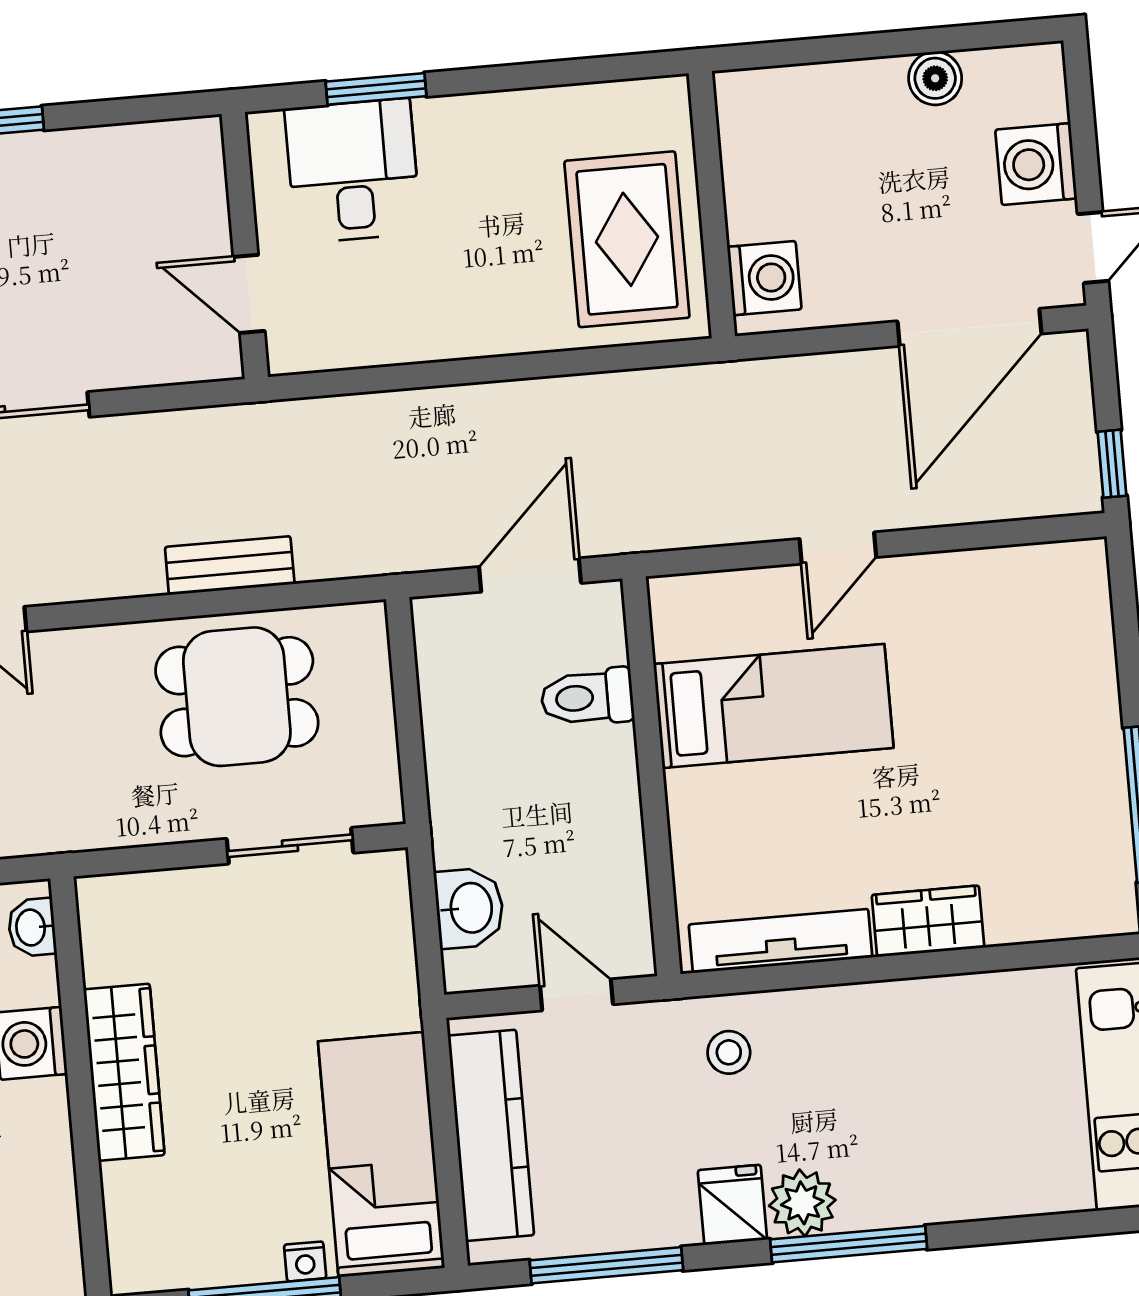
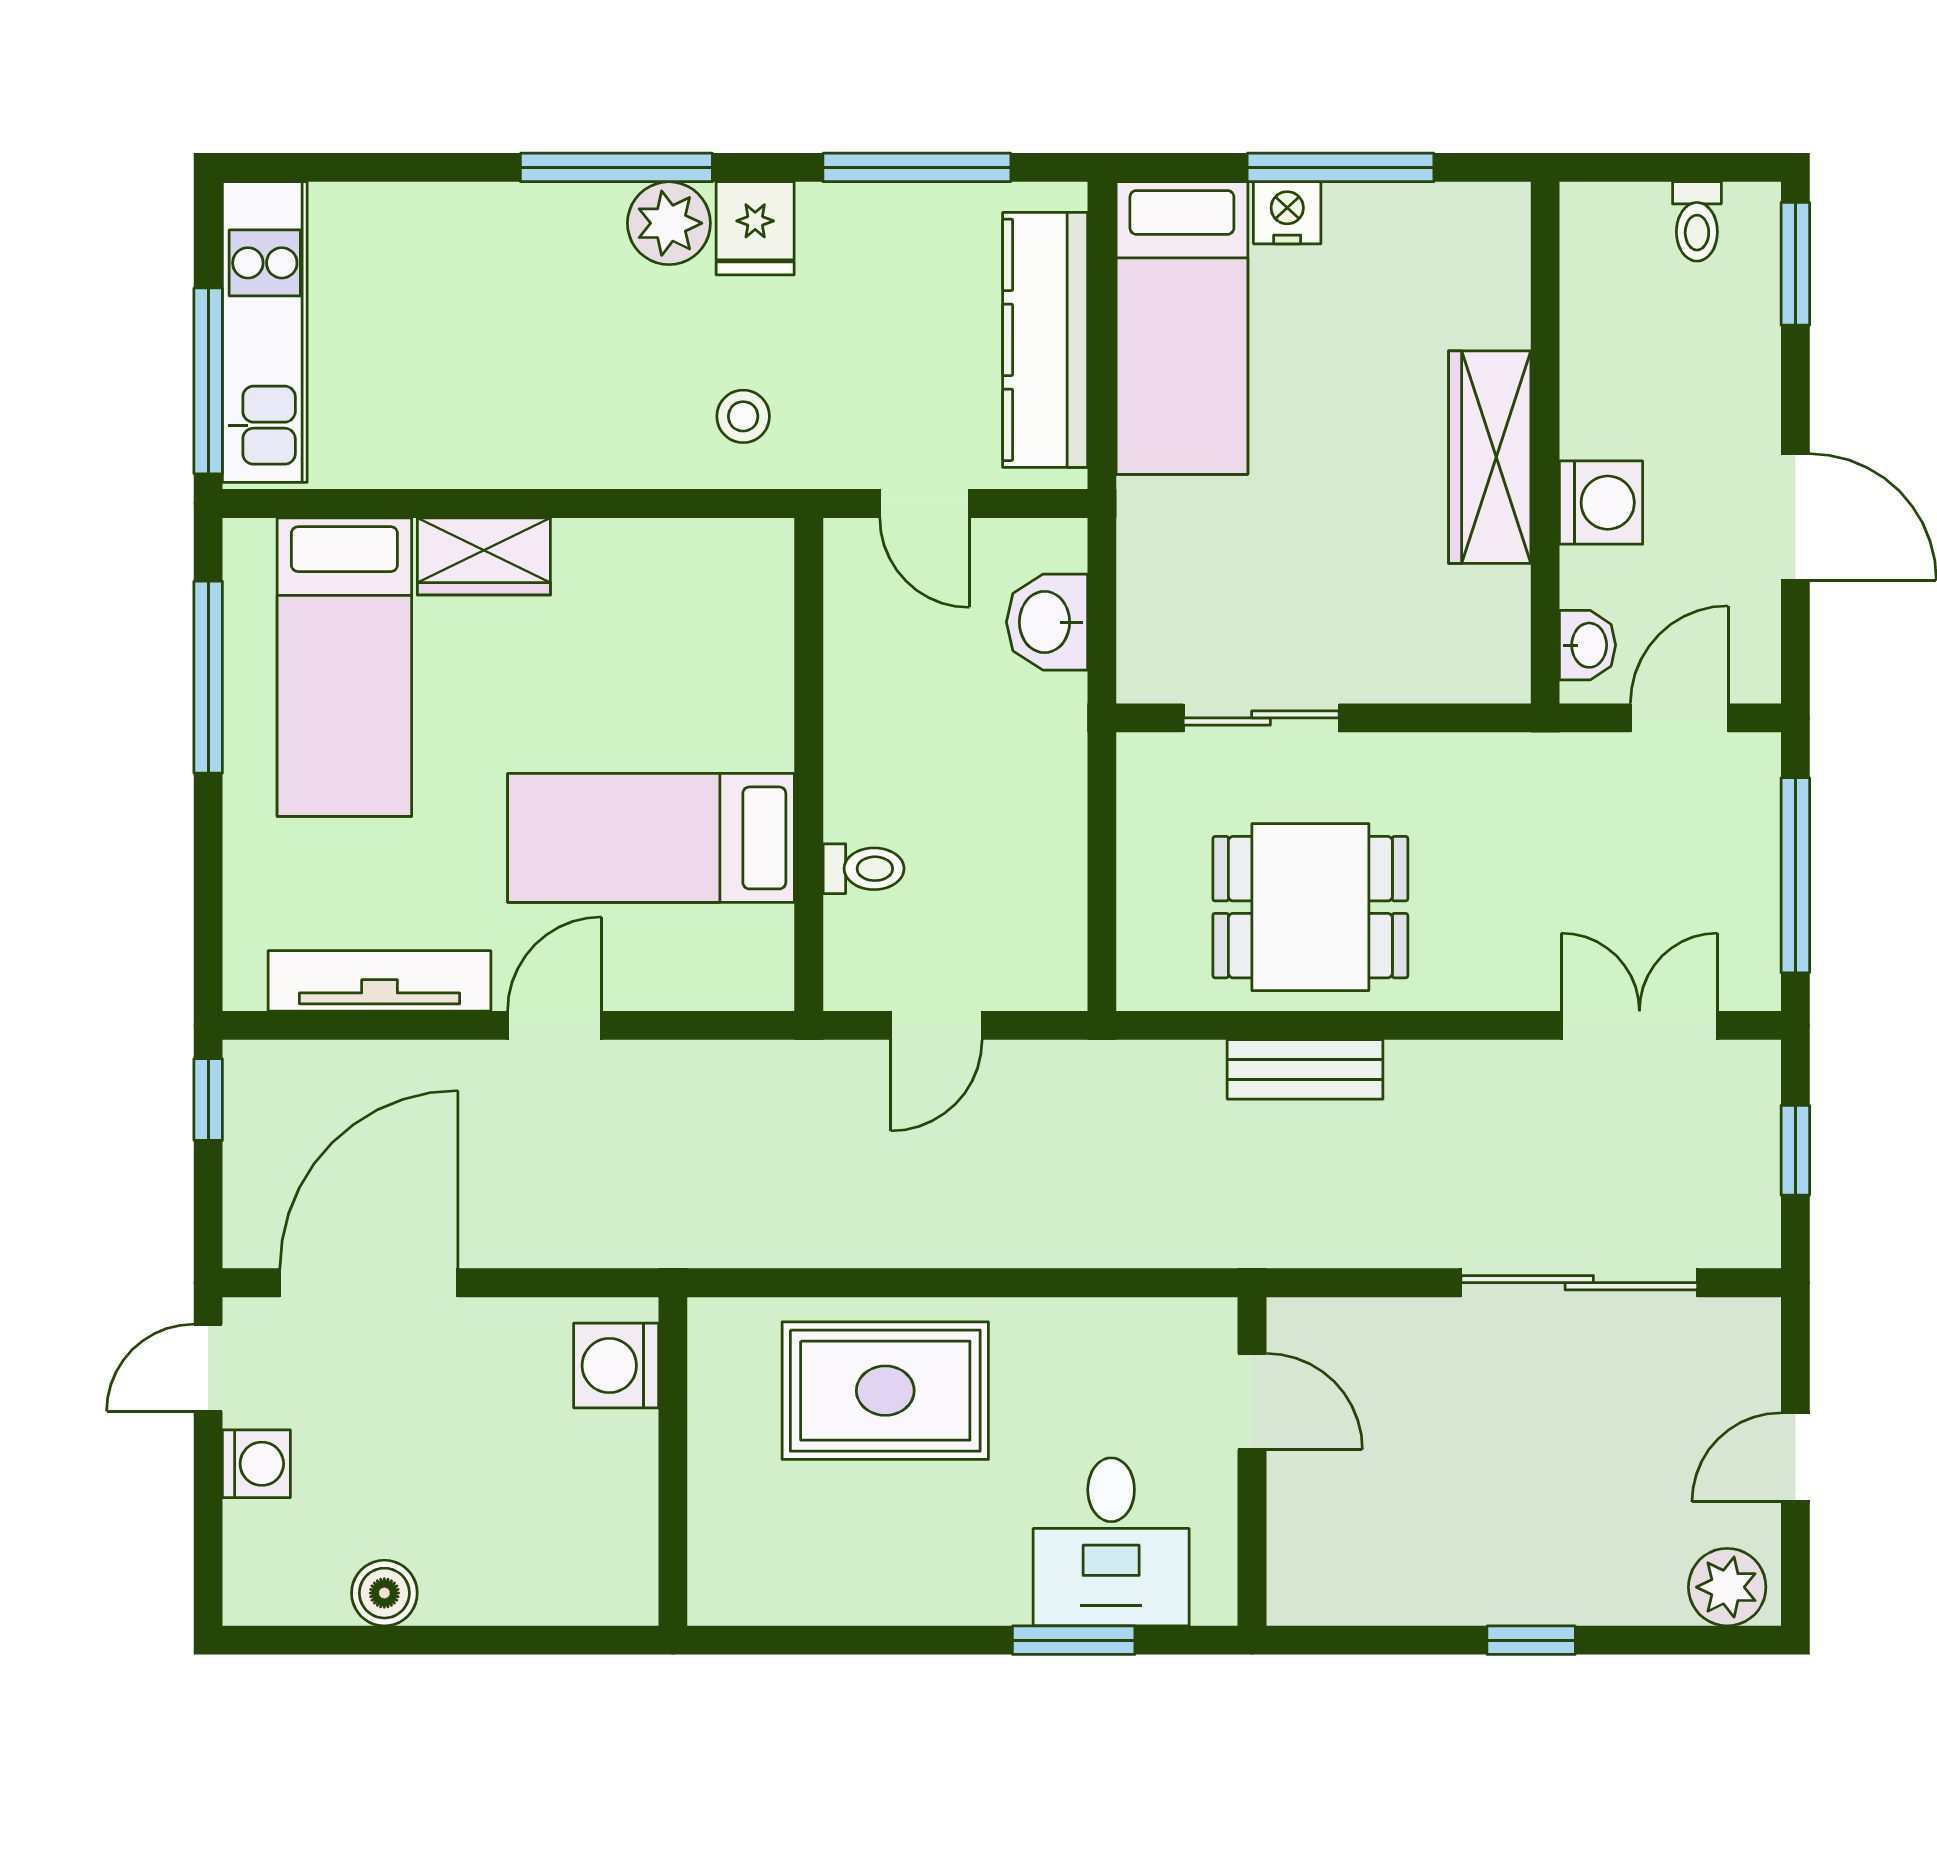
washing machine: (1036, 164) -> (256, 1464), width x0.73, depth x0.73
rug: (627, 239) -> (885, 1391), moved, turned 90
door: (530, 575) -> (936, 1025), width x0.73
toilet: (587, 697) -> (864, 869), width x0.73, depth x0.72
bed: (1033, 822) -> (344, 667), added
tv unit: (781, 941) -> (379, 981), moved, turned 180
nightstand: (305, 1261) -> (1287, 213), width x1.39, depth x1.35

